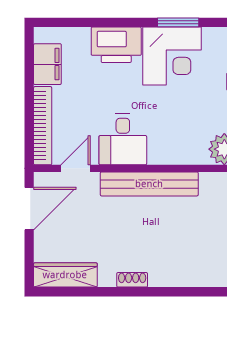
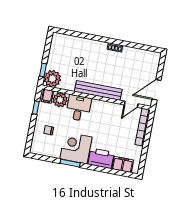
filing cabinet: (47, 64) -> (123, 164), moved, turned 90
desk: (123, 139) -> (78, 108), moved
wardrobe: (65, 275) -> (146, 56), removed

